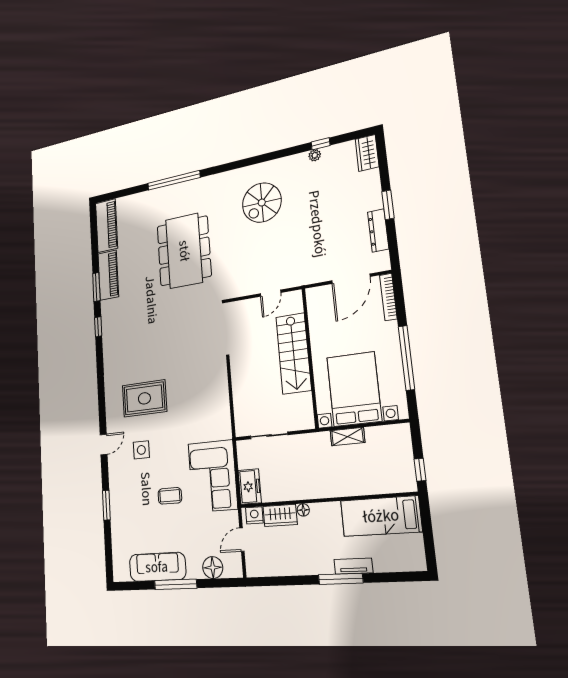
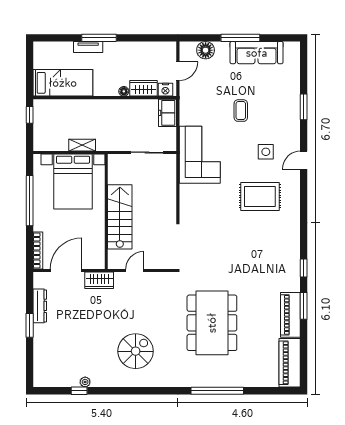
wardrobe: (367, 153) -> (99, 280), moved, turned 90
corner sofa: (213, 476) -> (200, 155), moved
coffee table: (170, 496) -> (241, 111), turned 90

